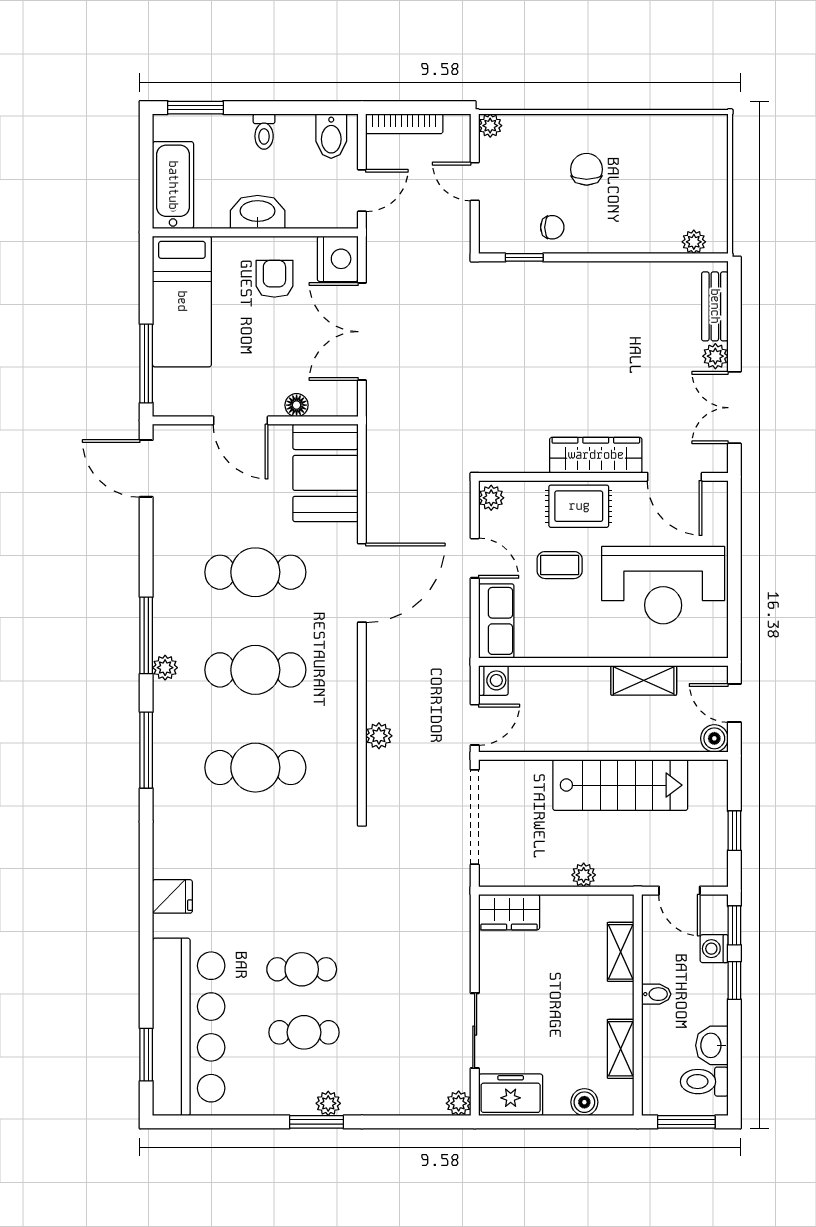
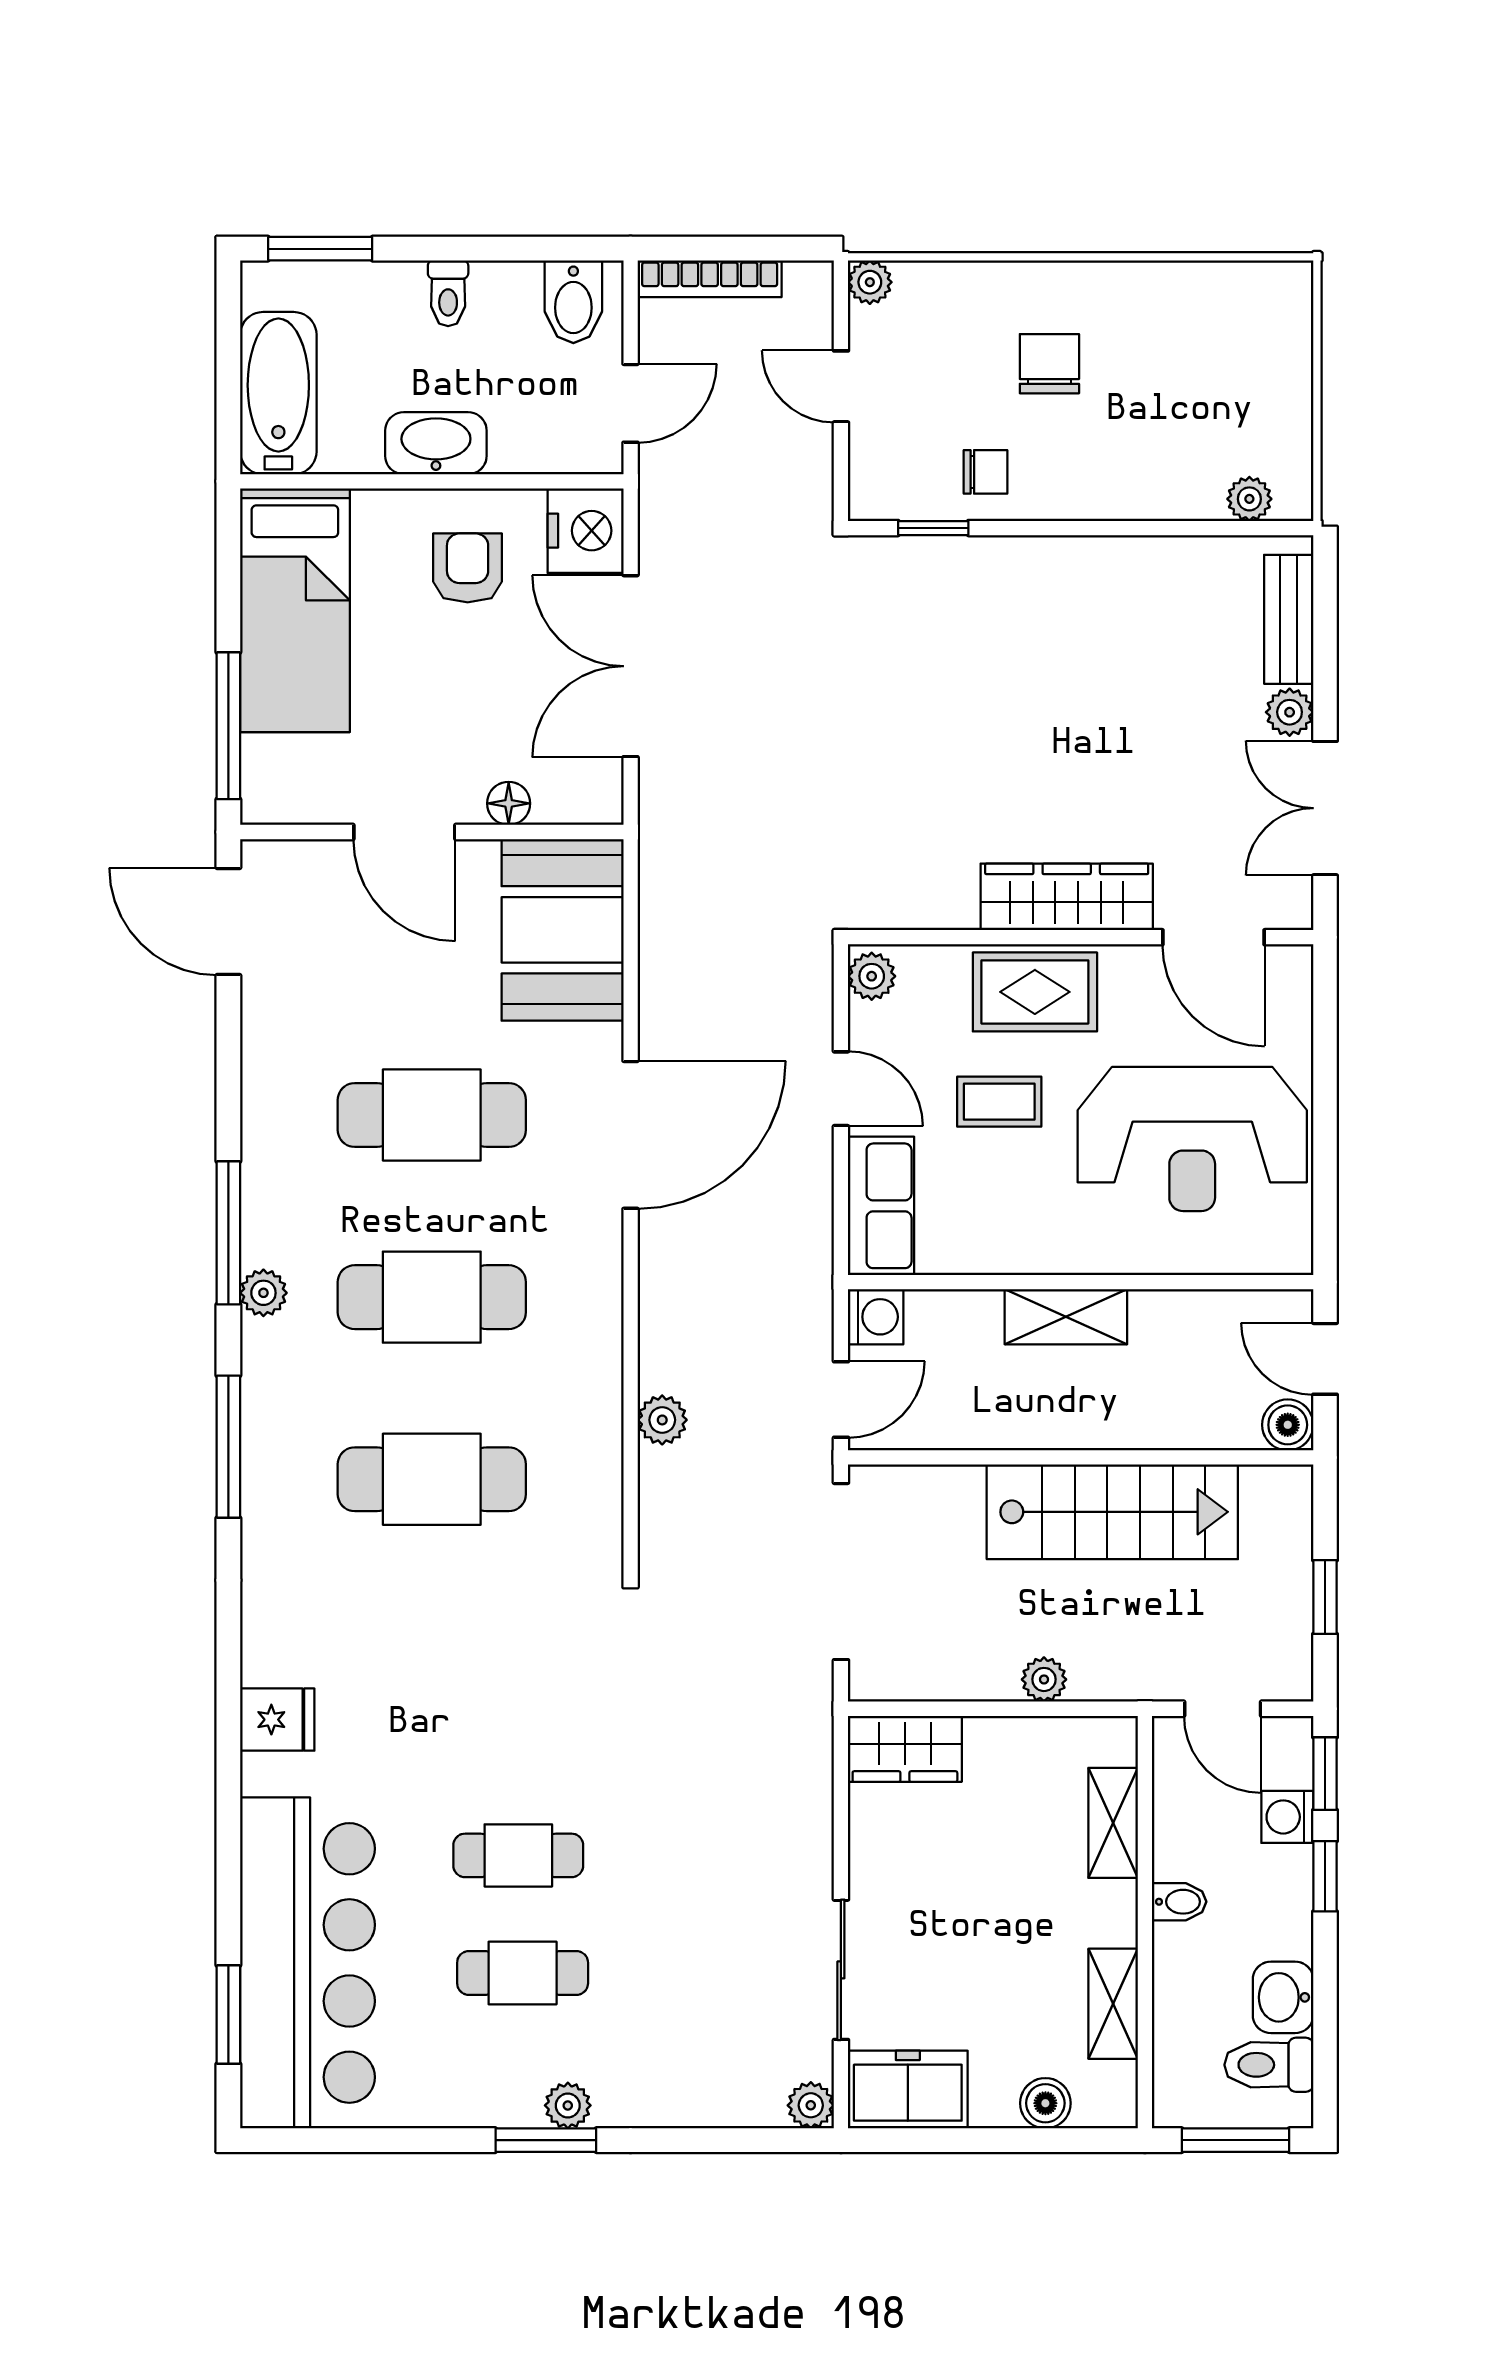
shelving: (644, 680) -> (1066, 1317), moved

